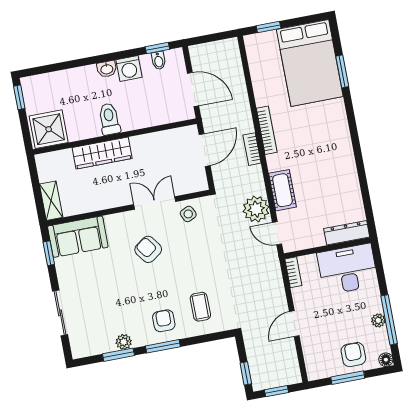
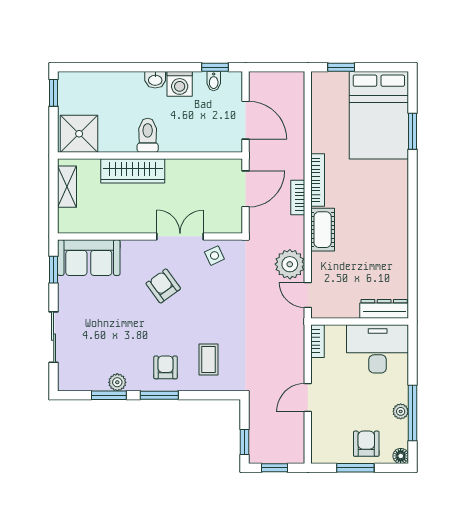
cot: (282, 190) -> (323, 230), moved
shelving: (51, 201) -> (67, 187), moved

